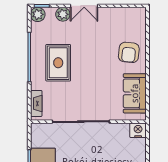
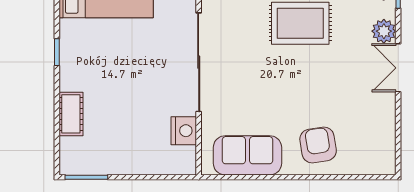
armchair: (129, 52) -> (318, 145), turned 75
nightstand: (138, 130) -> (184, 131), moved

